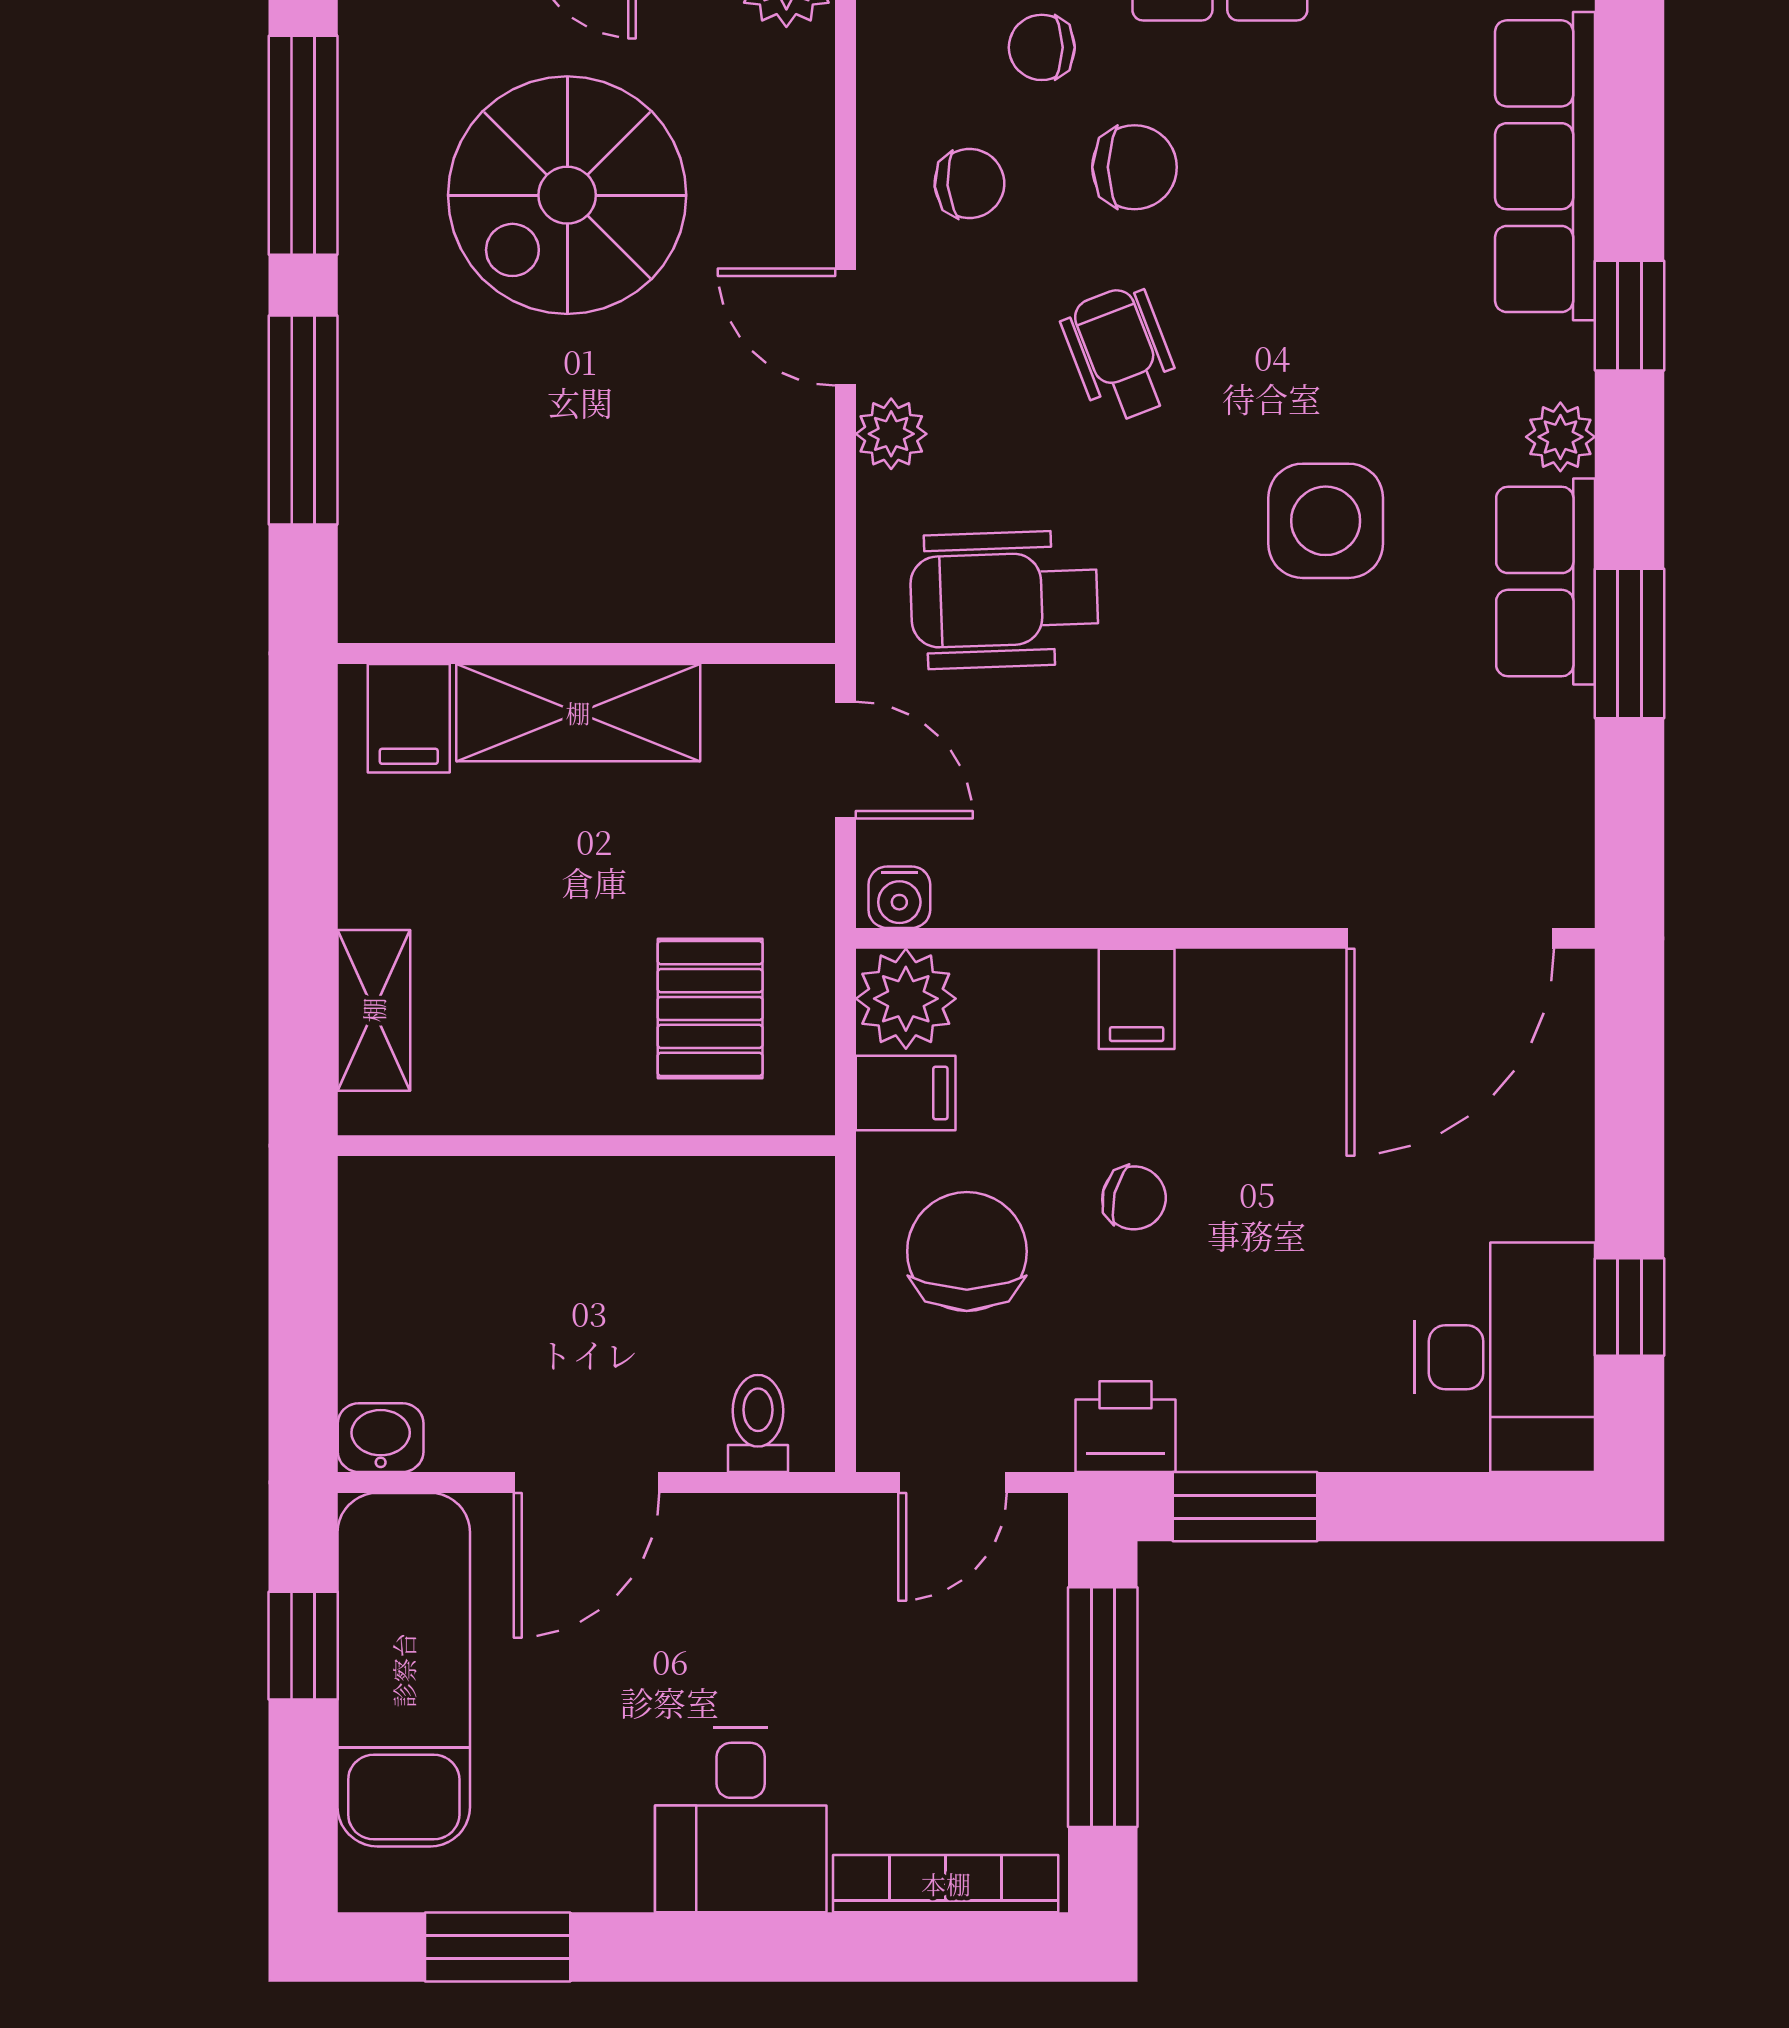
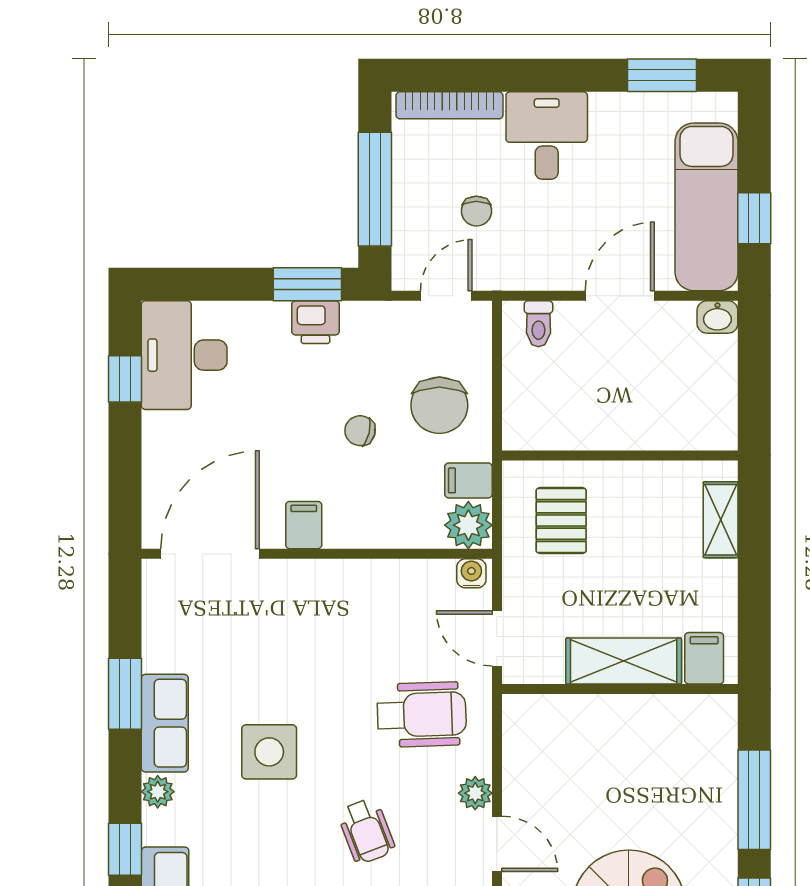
filing cabinet: (1137, 999) -> (304, 525), moved
printer: (1126, 1427) -> (315, 322), moved
chair: (889, 1661) -> (476, 211), added

